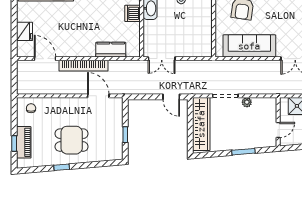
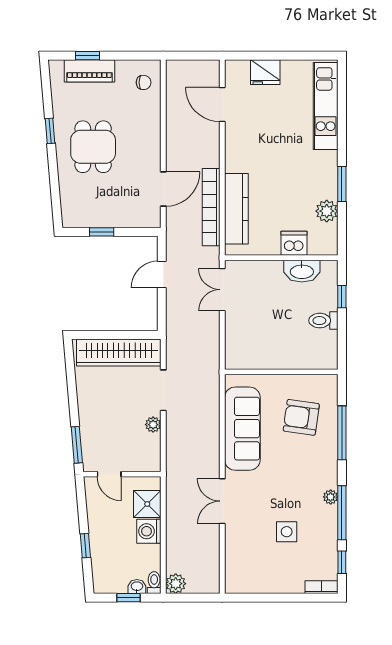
kitchen counter: (111, 50) -> (236, 209), width x1.50
door: (45, 59) -> (222, 105), swing flipped
bookcase: (84, 66) -> (211, 207), moved
door: (171, 97) -> (162, 275), moved
window: (243, 152) -> (77, 445), moved

